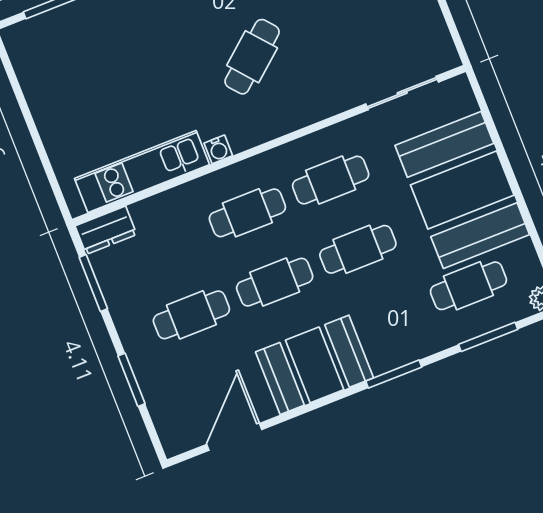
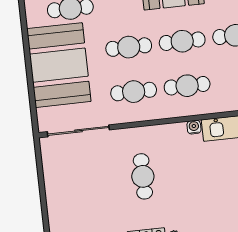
cafe table: (252, 57) -> (143, 176), moved, turned -50
sliding door: (402, 93) -> (78, 131), width x1.37

